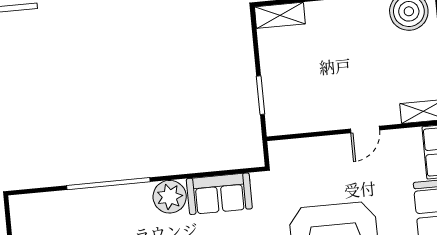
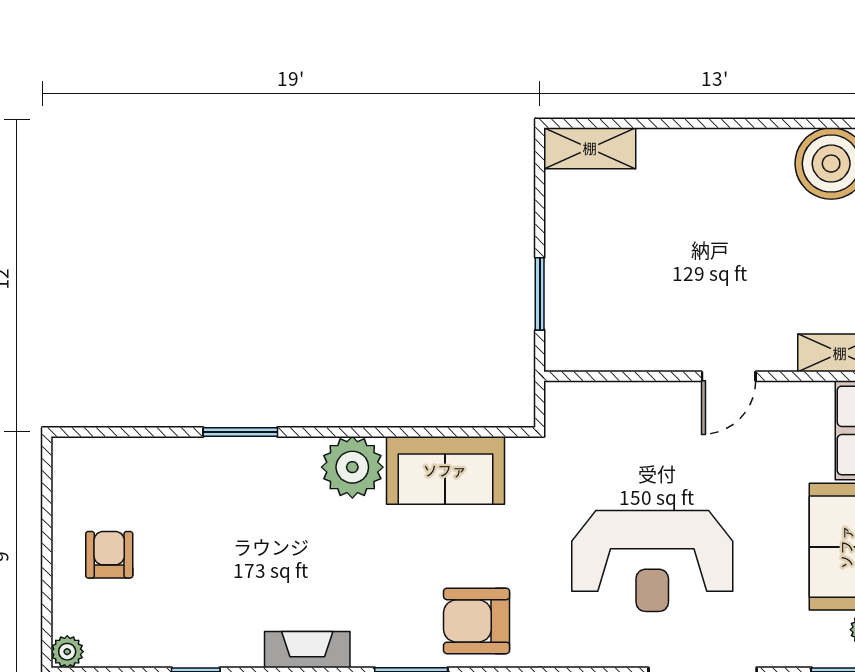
window: (108, 184) -> (240, 432), width x0.47

